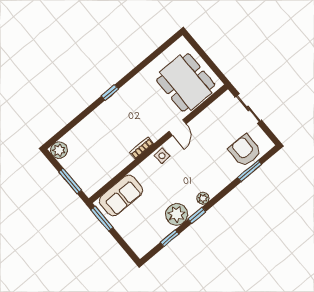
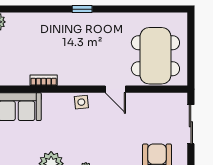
door: (178, 128) -> (115, 89), hinge flipped
bookcase: (141, 148) -> (44, 80), moved

